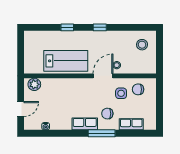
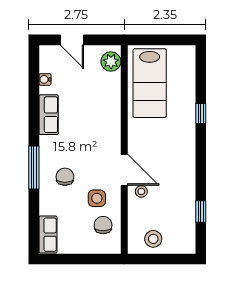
window: (100, 27) -> (201, 212), moved
stool: (142, 45) -> (153, 239), moved
lab bench: (66, 61) -> (150, 83), moved
row of seats: (85, 124) -> (49, 115), moved
row of seats: (131, 124) -> (48, 235), moved

